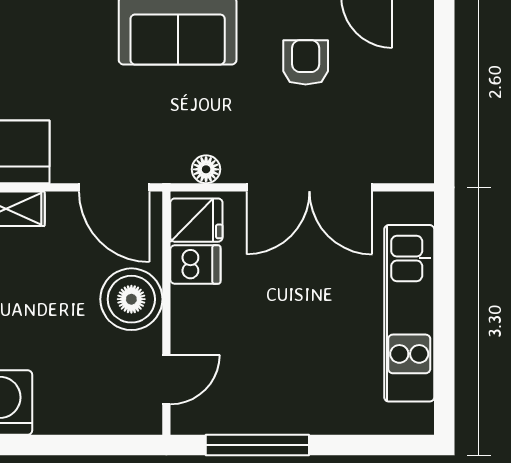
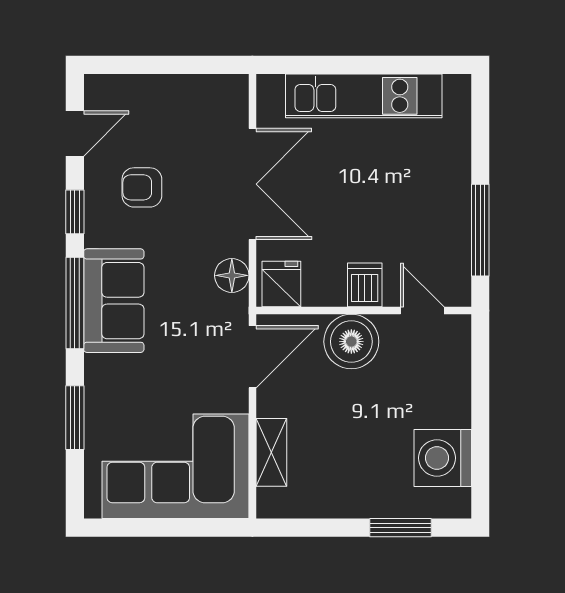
floor lamp: (206, 169) -> (232, 275), width x1.37, depth x1.37
dishwasher: (195, 264) -> (365, 285), moved

